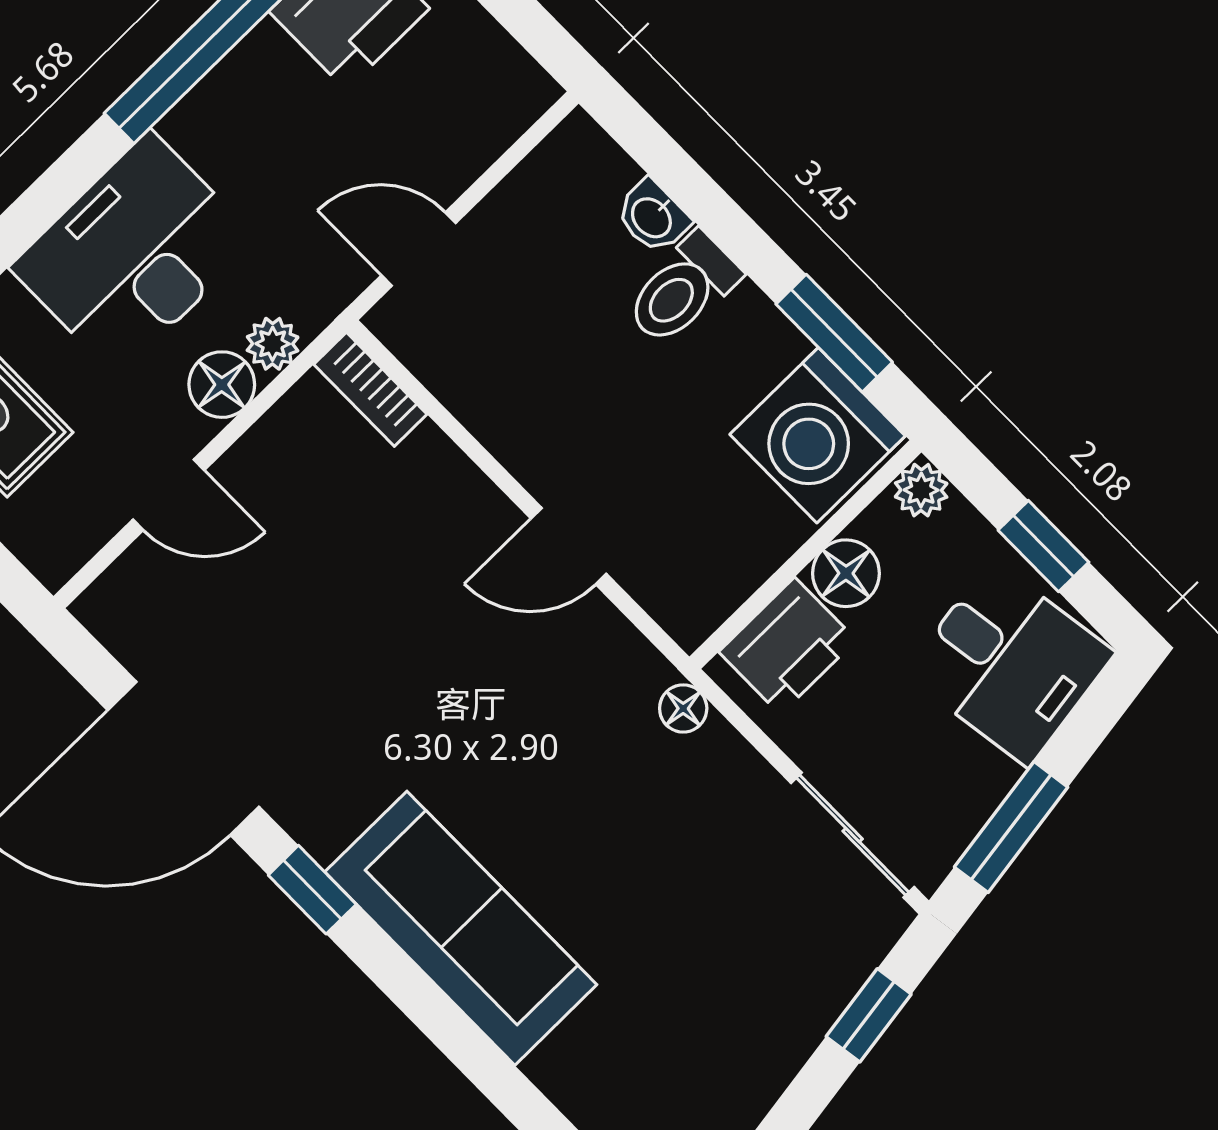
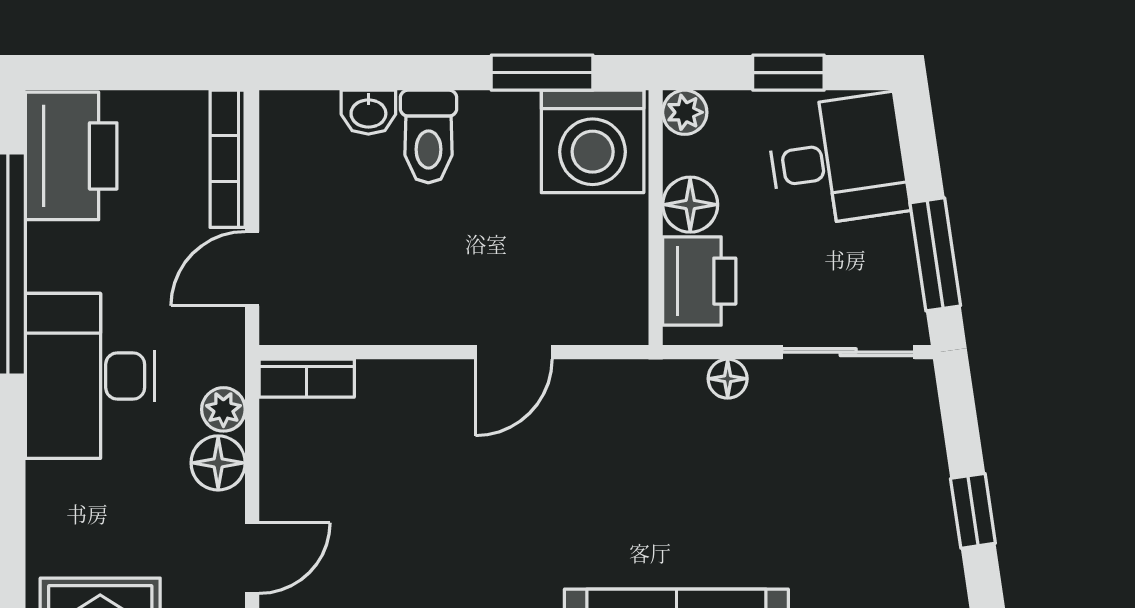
bookcase: (493, 135) -> (228, 159), added
desk: (134, 254) -> (90, 376), moved
floor lamp: (683, 708) -> (728, 379), moved
window: (869, 1015) -> (973, 511), moved

